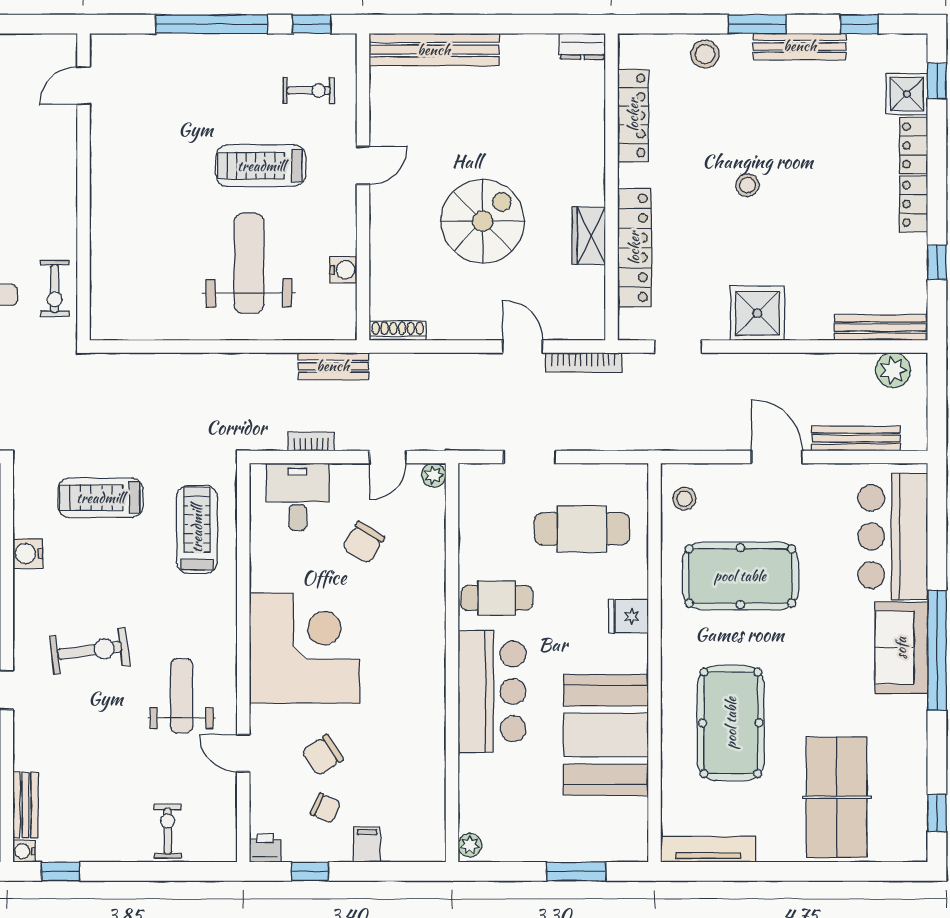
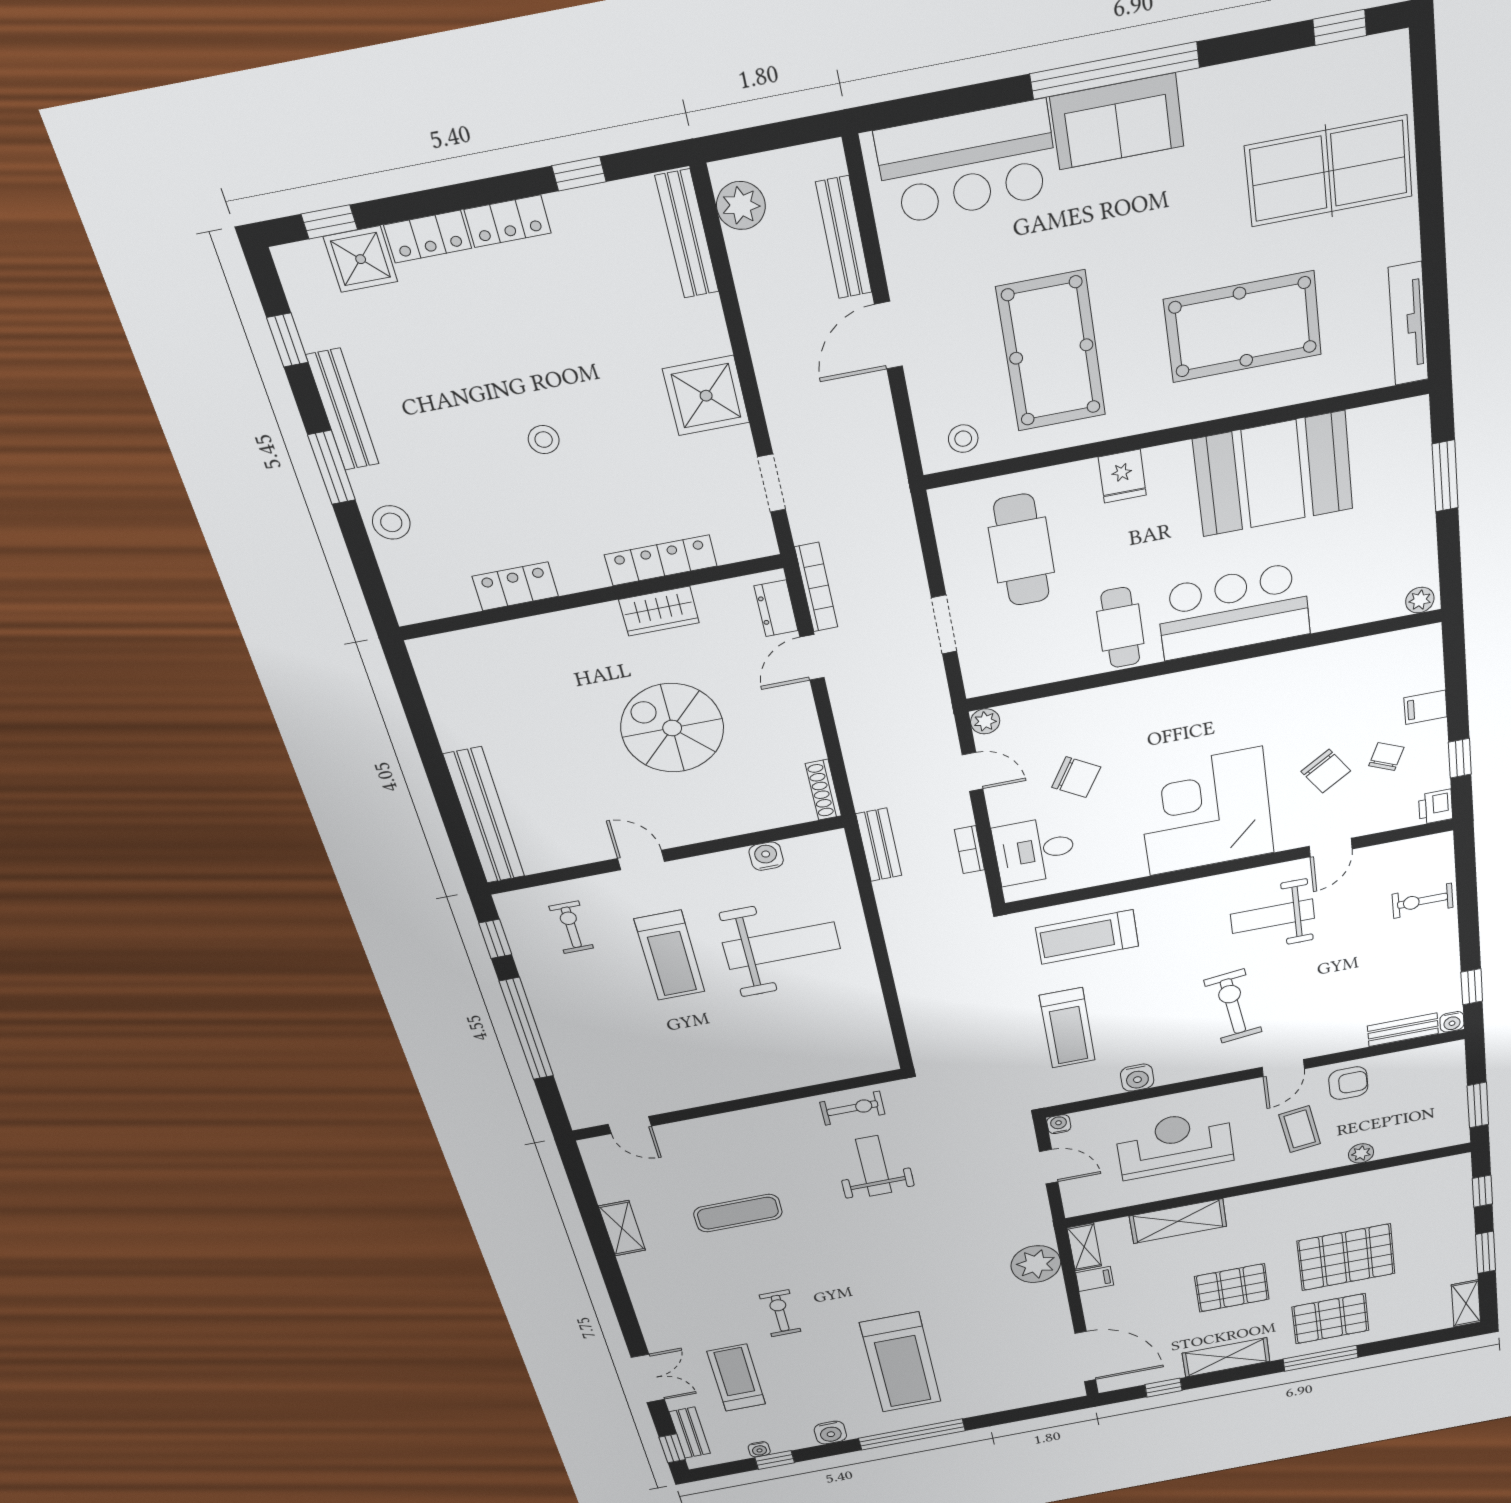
dresser: (582, 46) -> (776, 608), moved, turned 180
locker: (633, 115) -> (515, 586), width x0.66
locker: (634, 248) -> (661, 560), width x0.71, depth x0.83
weight bench: (249, 263) -> (782, 946), turned 180

